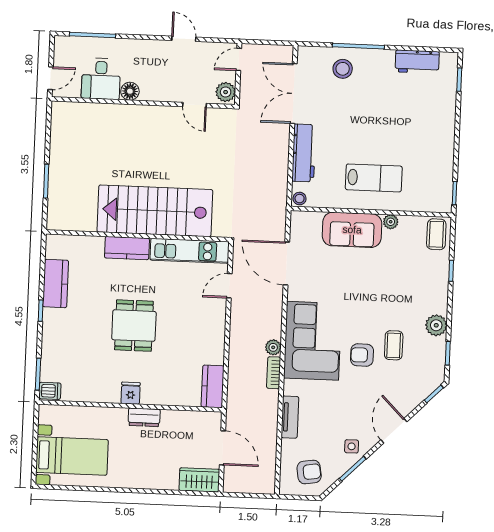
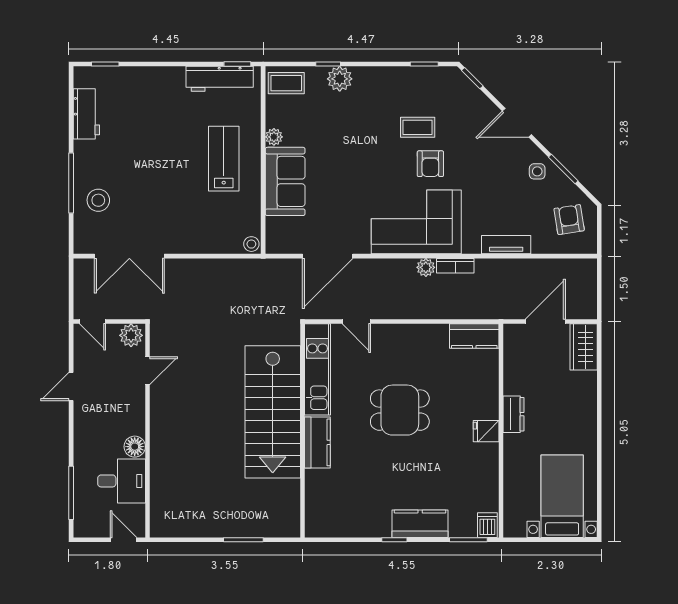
workbench: (304, 153) -> (220, 79), moved, turned 180
kitchen counter: (56, 284) -> (420, 524), moved
plant: (436, 325) -> (340, 79), moved
dining table: (134, 326) -> (400, 410), moved

